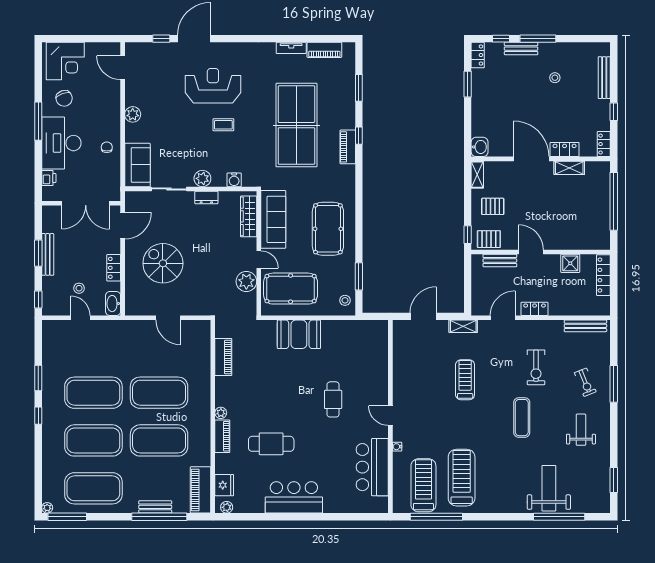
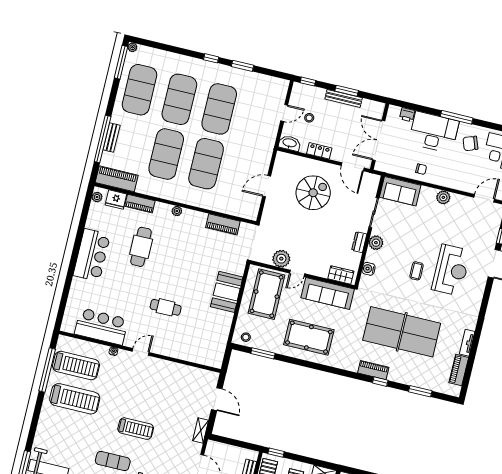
wardrobe: (249, 216) -> (341, 275), width x0.67
treadmill: (465, 380) -> (136, 429), moved
piano: (222, 436) -> (140, 204), moved

